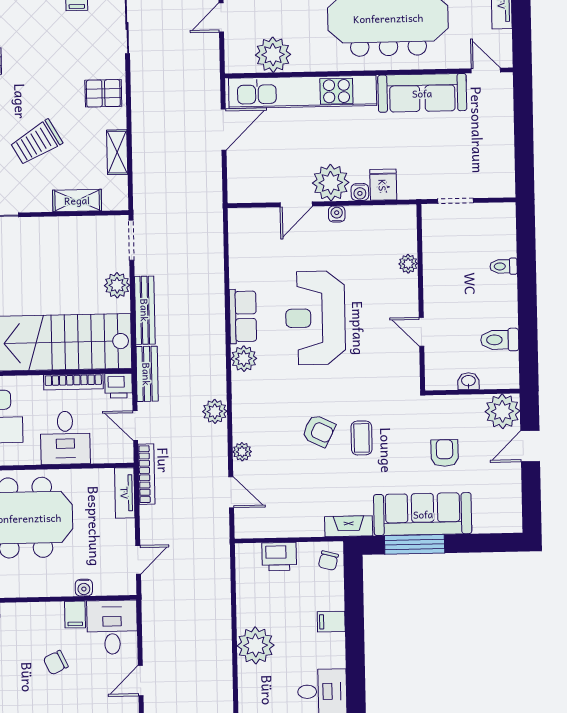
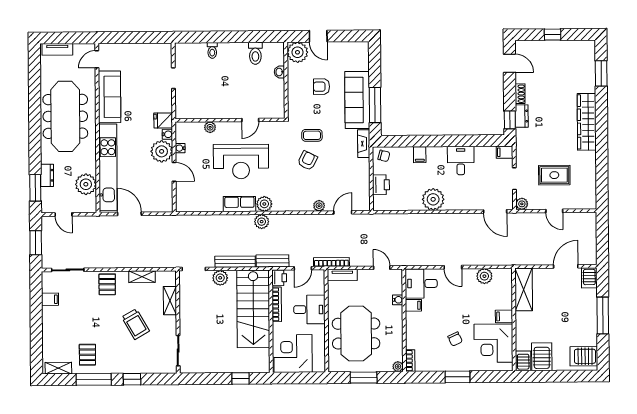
plant: (408, 264) -> (210, 127), moved
wall: (421, 297) -> (230, 120), moved
door: (422, 332) -> (250, 120), moved
plant: (215, 411) -> (262, 222), moved
chair: (56, 663) -> (455, 339), moved

